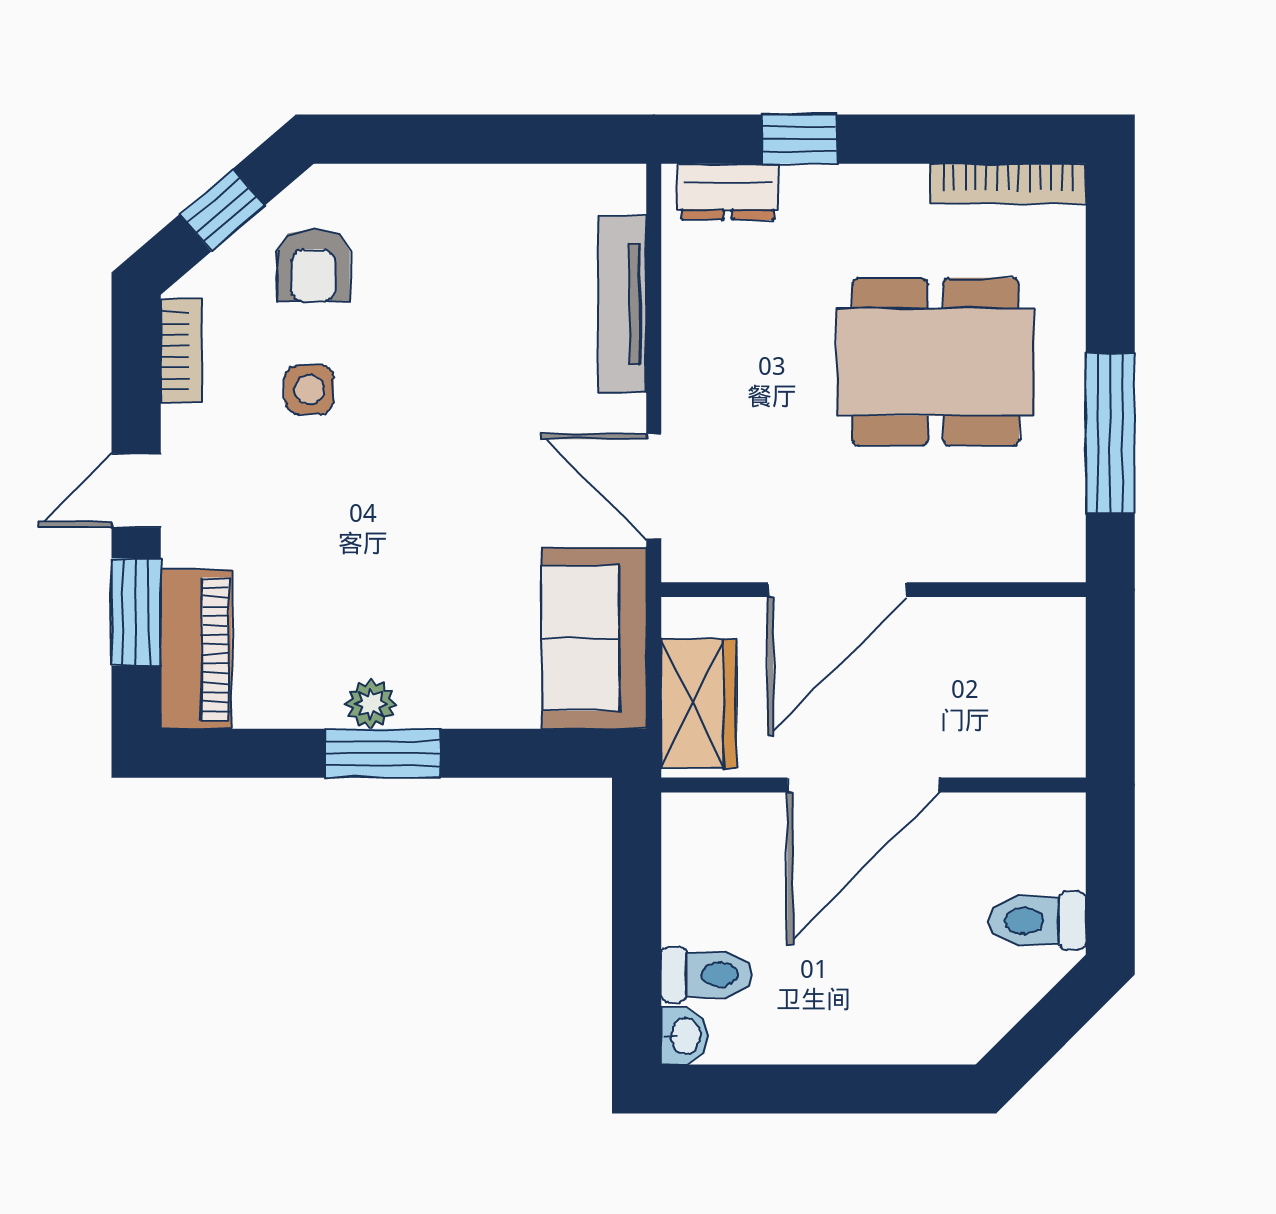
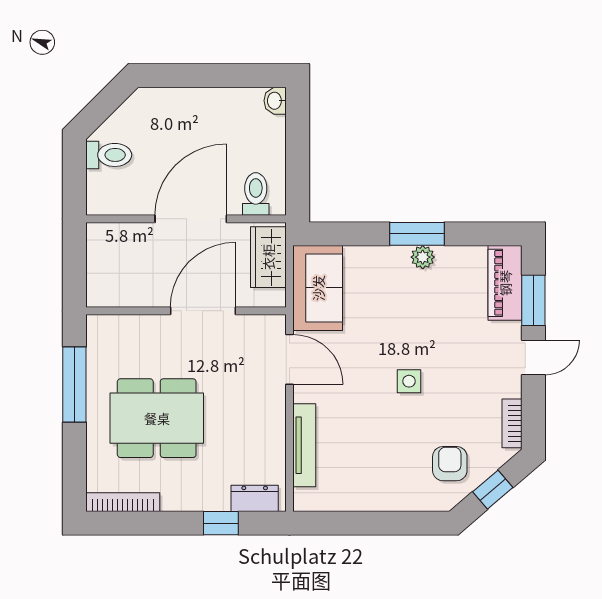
side table: (309, 389) -> (409, 381), moved
toilet: (707, 975) -> (256, 194), moved, turned 90

